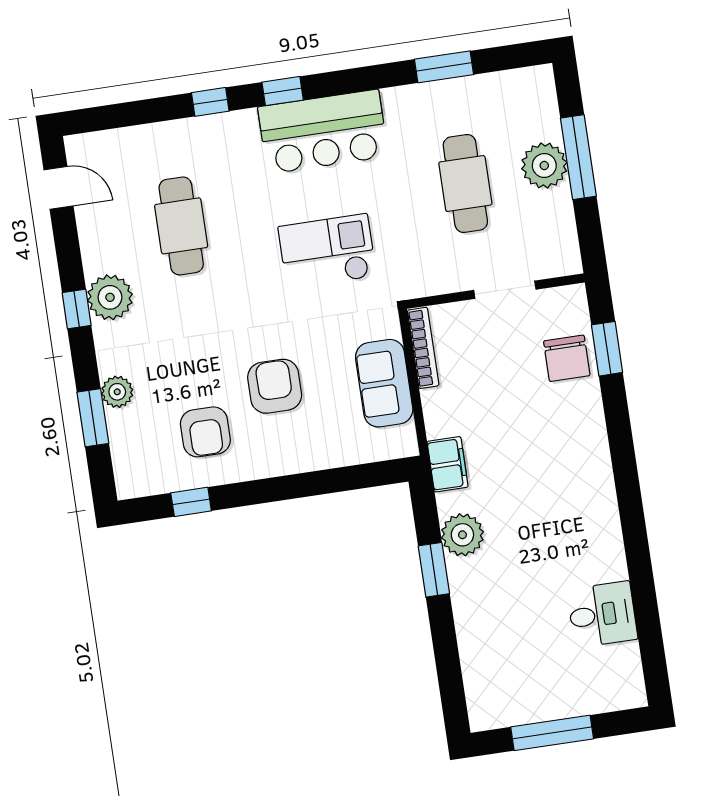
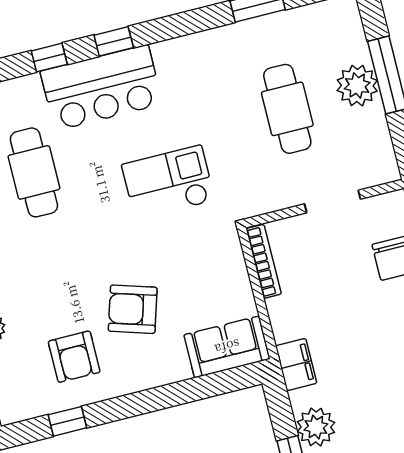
bar counter: (323, 132) -> (101, 88), moved
sofa: (384, 383) -> (227, 347), moved, turned 90
armchair: (275, 386) -> (133, 309), turned -73

